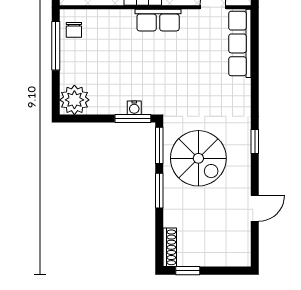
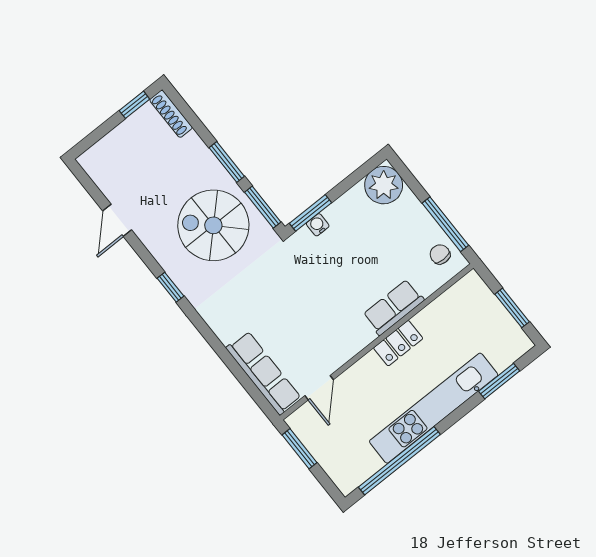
row of seats: (158, 20) -> (393, 307), moved

